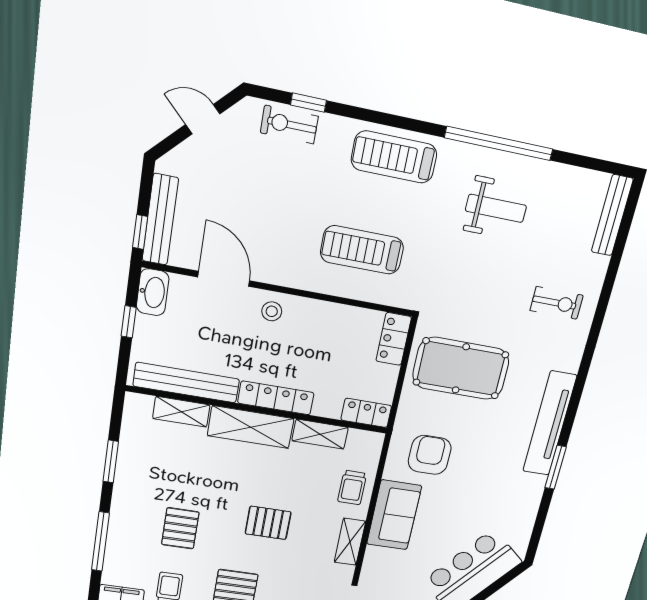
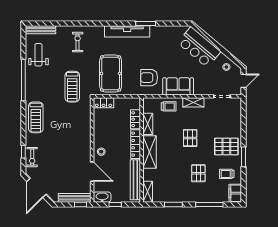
door: (203, 119) -> (36, 188), width x1.88
weight bench: (496, 208) -> (38, 55), moved
treadmill: (362, 250) -> (72, 87), moved
door: (224, 279) -> (92, 172), swing flipped
shelving: (181, 412) -> (148, 192), moved
locker: (366, 413) -> (136, 119), moved
pallet: (180, 528) -> (198, 173), turned 90

